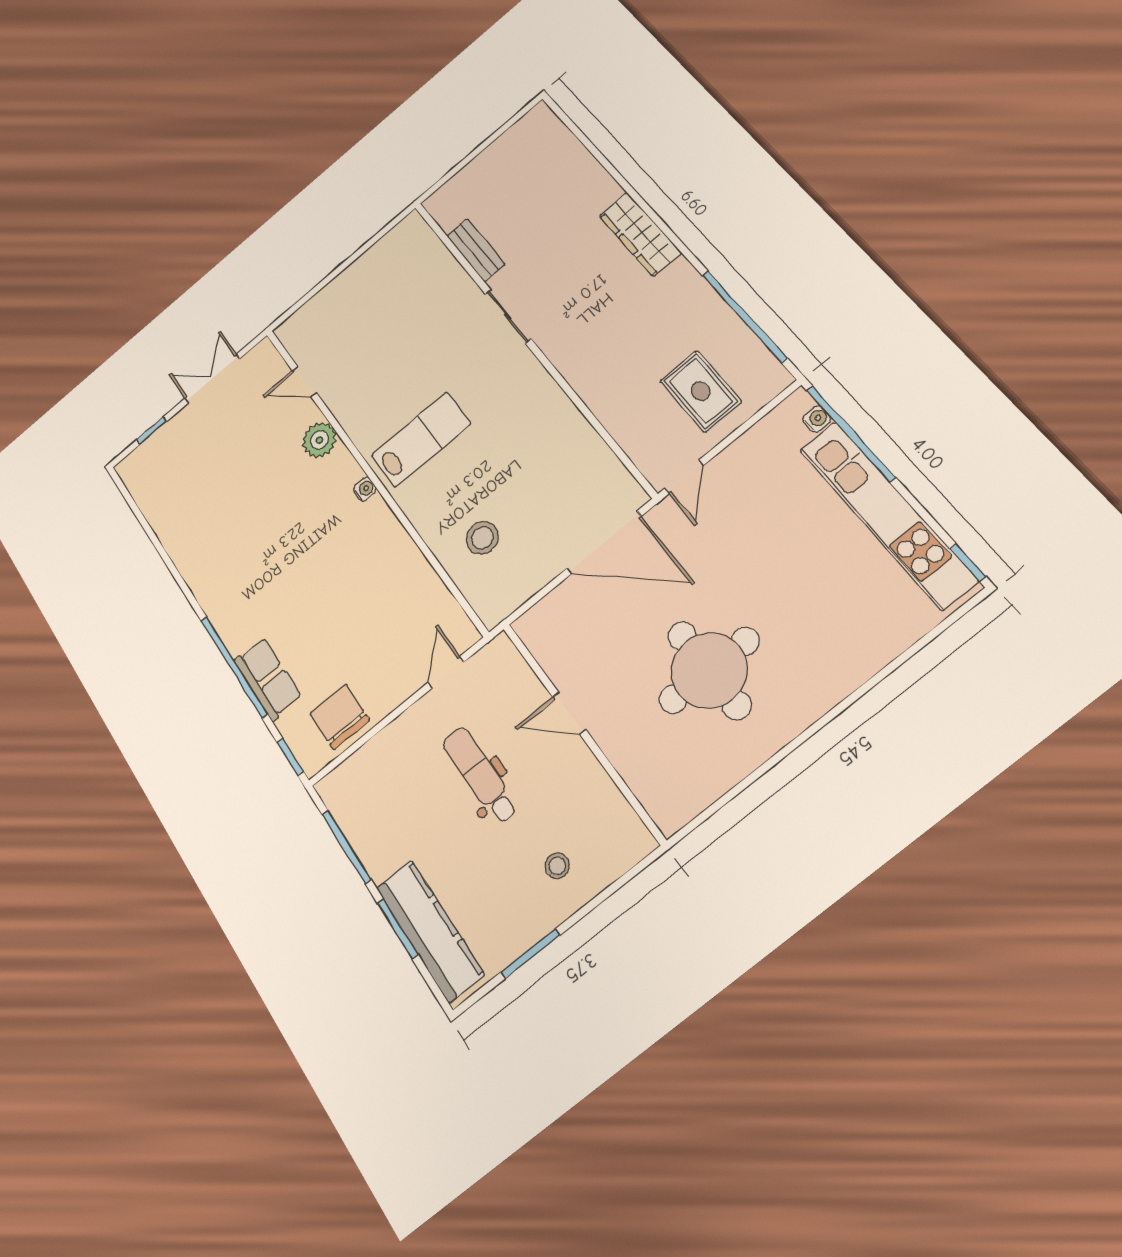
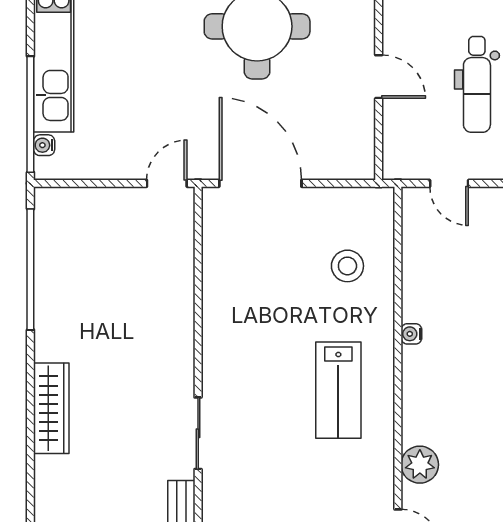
rug: (701, 391) -> (105, 239), removed
lab bench: (421, 440) -> (338, 390), turned -90
water cooler: (365, 489) -> (411, 334), moved
door: (446, 672) -> (449, 183), hinge flipped

